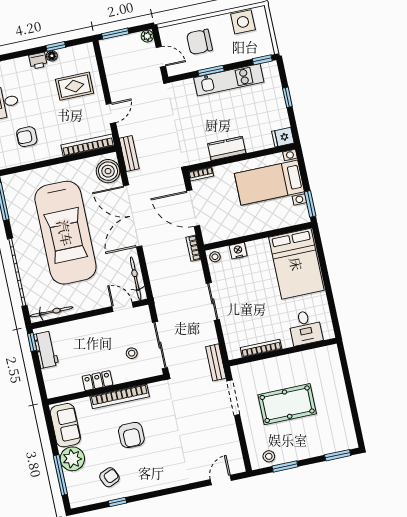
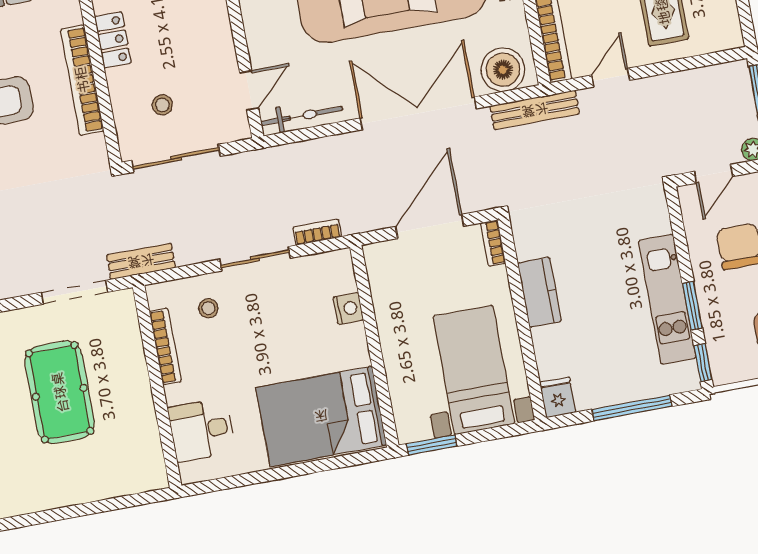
window: (211, 71) -> (692, 306), moved
window: (287, 97) -> (632, 408), width x2.17
door: (111, 113) -> (611, 78), swing flipped
bench: (129, 154) -> (535, 110), width x1.36
bookcase: (193, 248) -> (317, 232), moved
stool: (215, 257) -> (208, 308), moved

